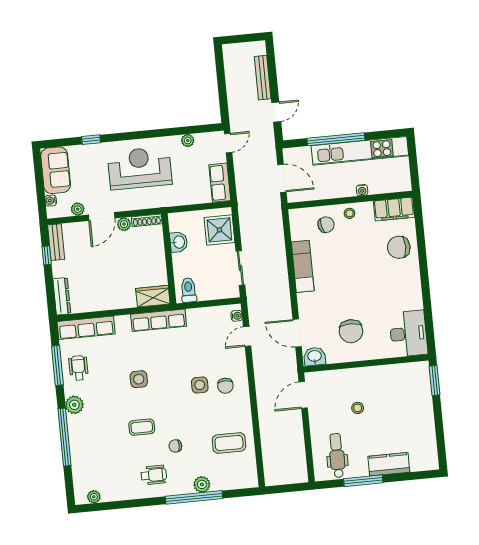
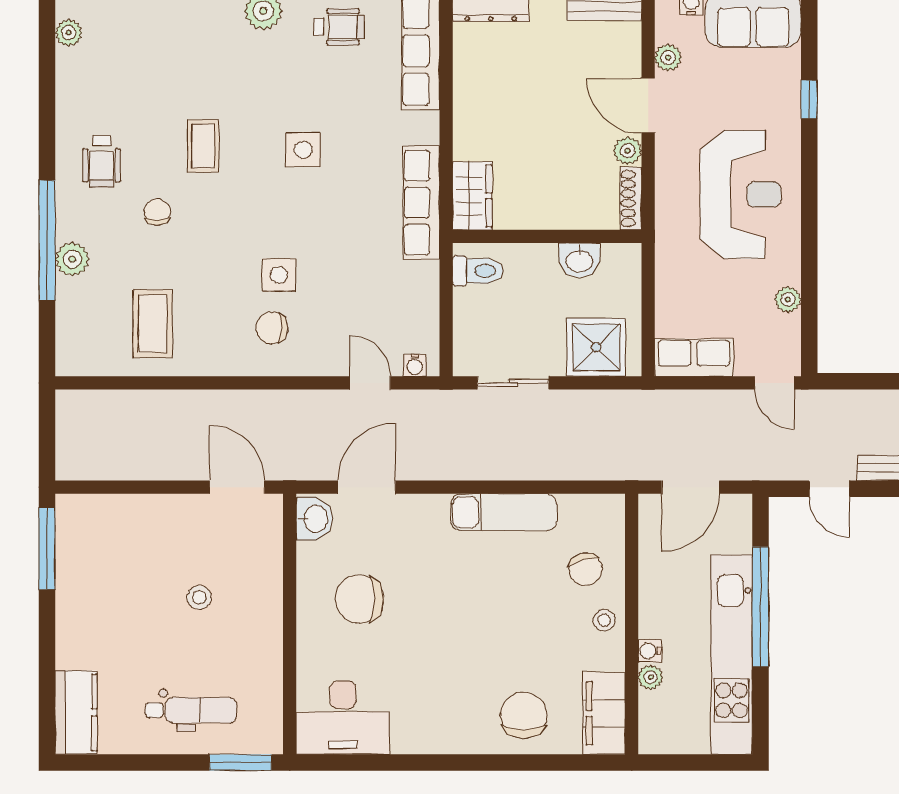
plant: (375, 188) -> (651, 677), added
dental chair: (337, 455) -> (191, 710), moved
kitchen counter: (389, 464) -> (76, 712), moved
window: (363, 481) -> (47, 548), moved

